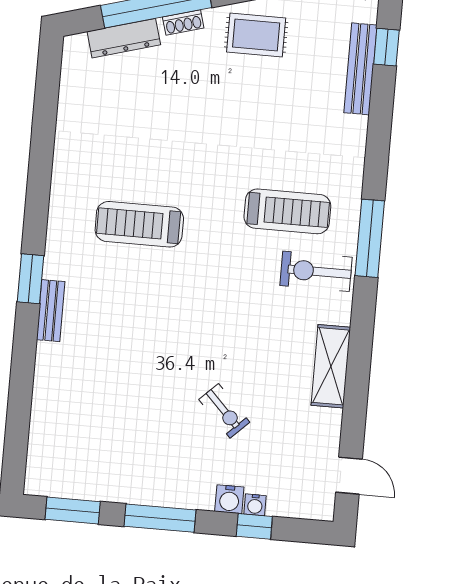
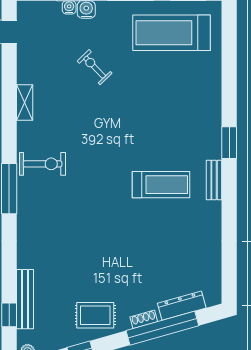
treadmill: (287, 211) -> (172, 33), moved, width x1.37, depth x1.38
bench: (51, 311) -> (214, 180), moved
shelving: (331, 366) -> (25, 102), width x0.67, depth x0.75

